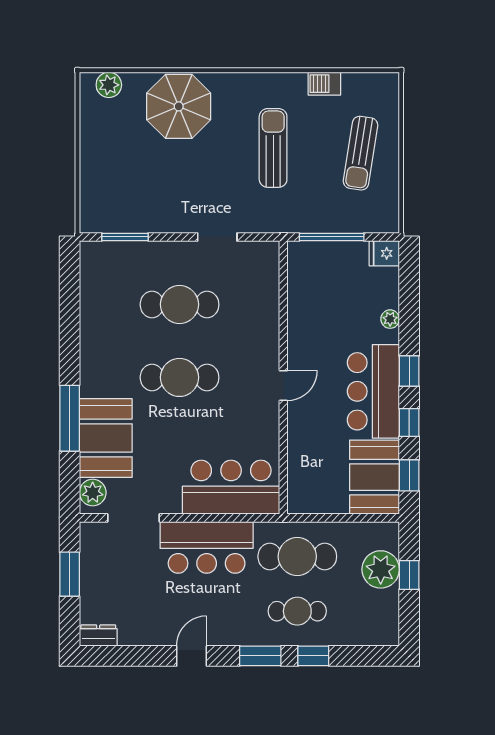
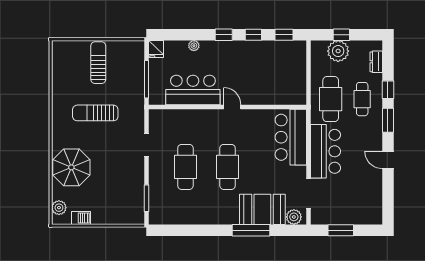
barbecue: (324, 84) -> (81, 218), moved, turned -90
sun lounger: (360, 153) -> (98, 63), turned -99
bar counter: (373, 391) -> (193, 90), moved, turned 180
booth: (374, 477) -> (285, 55), removed
dresser: (98, 636) -> (376, 62), moved

